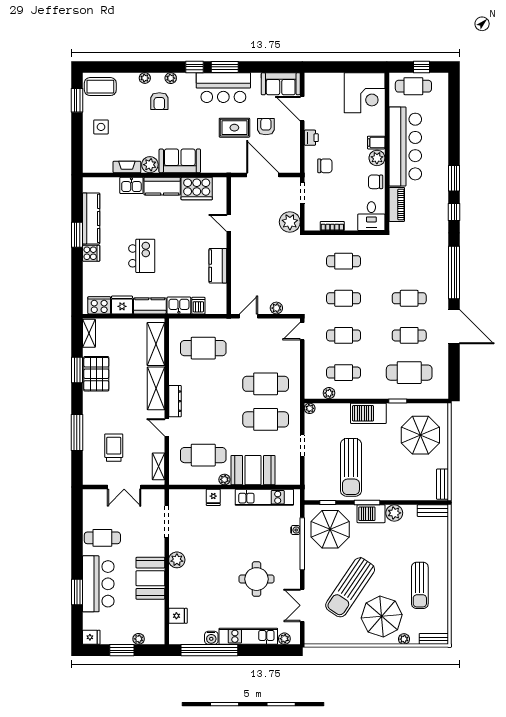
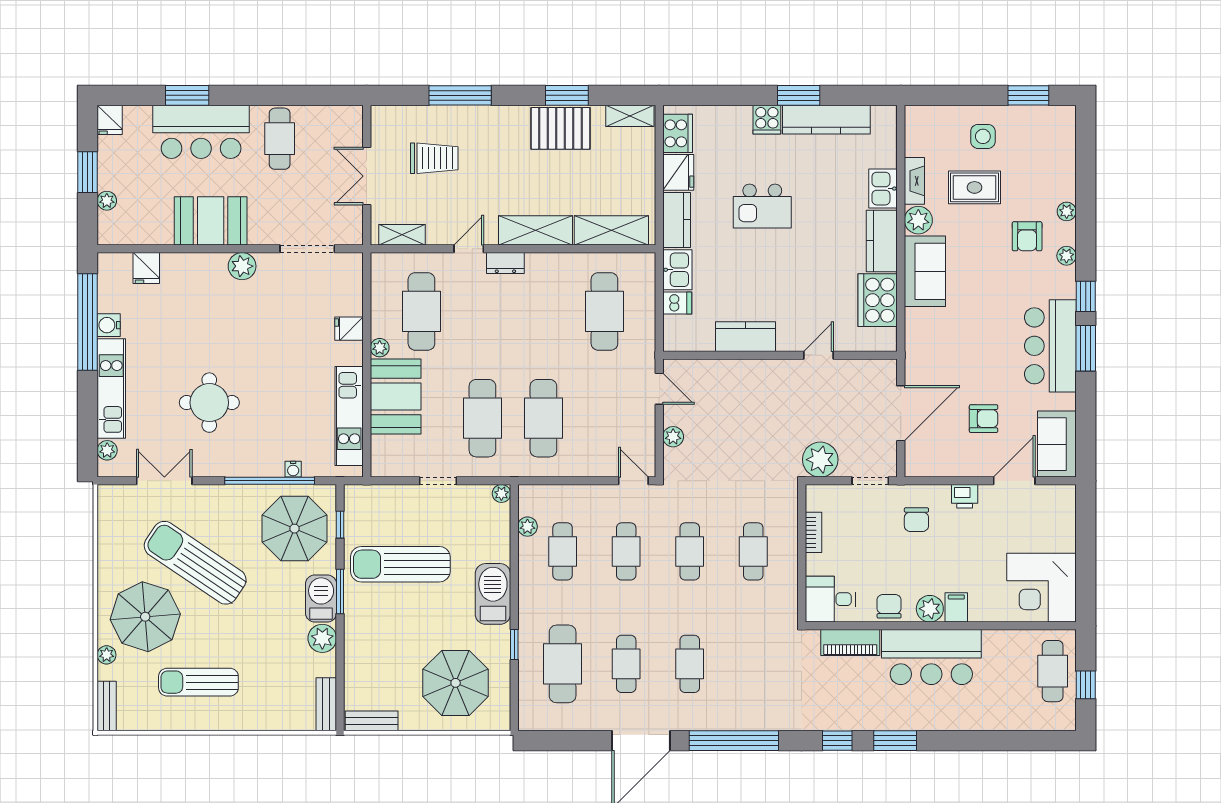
coffee table: (100, 87) -> (1052, 135), removed
armchair: (159, 101) -> (1027, 236), turned -90
rug: (234, 128) -> (975, 187), moved, turned 90
bar counter: (405, 147) -> (931, 657), width x0.73
dresser: (175, 401) -> (505, 263), width x0.70

